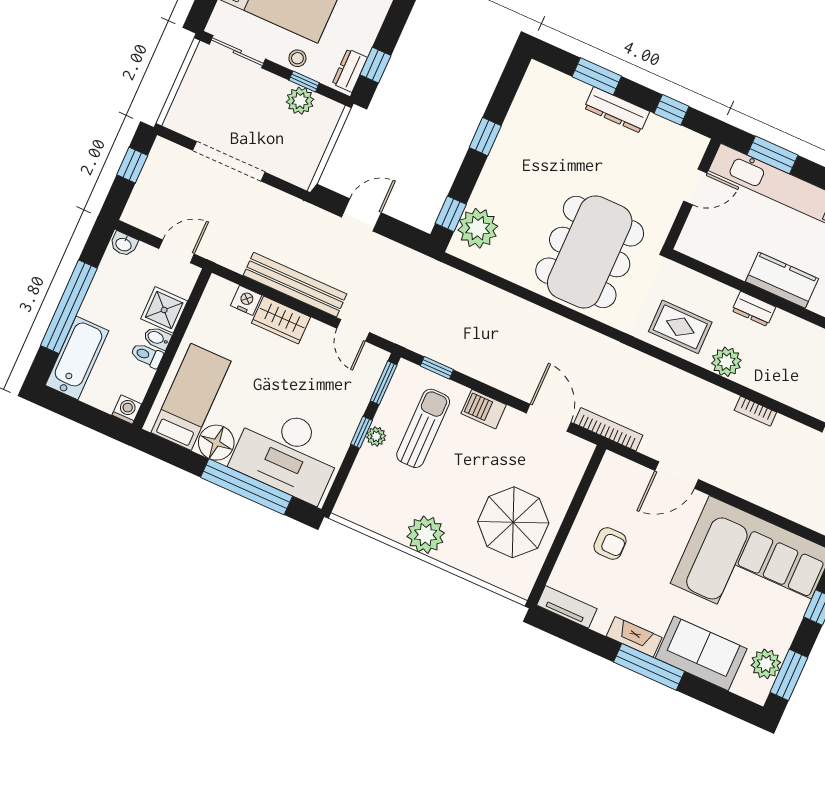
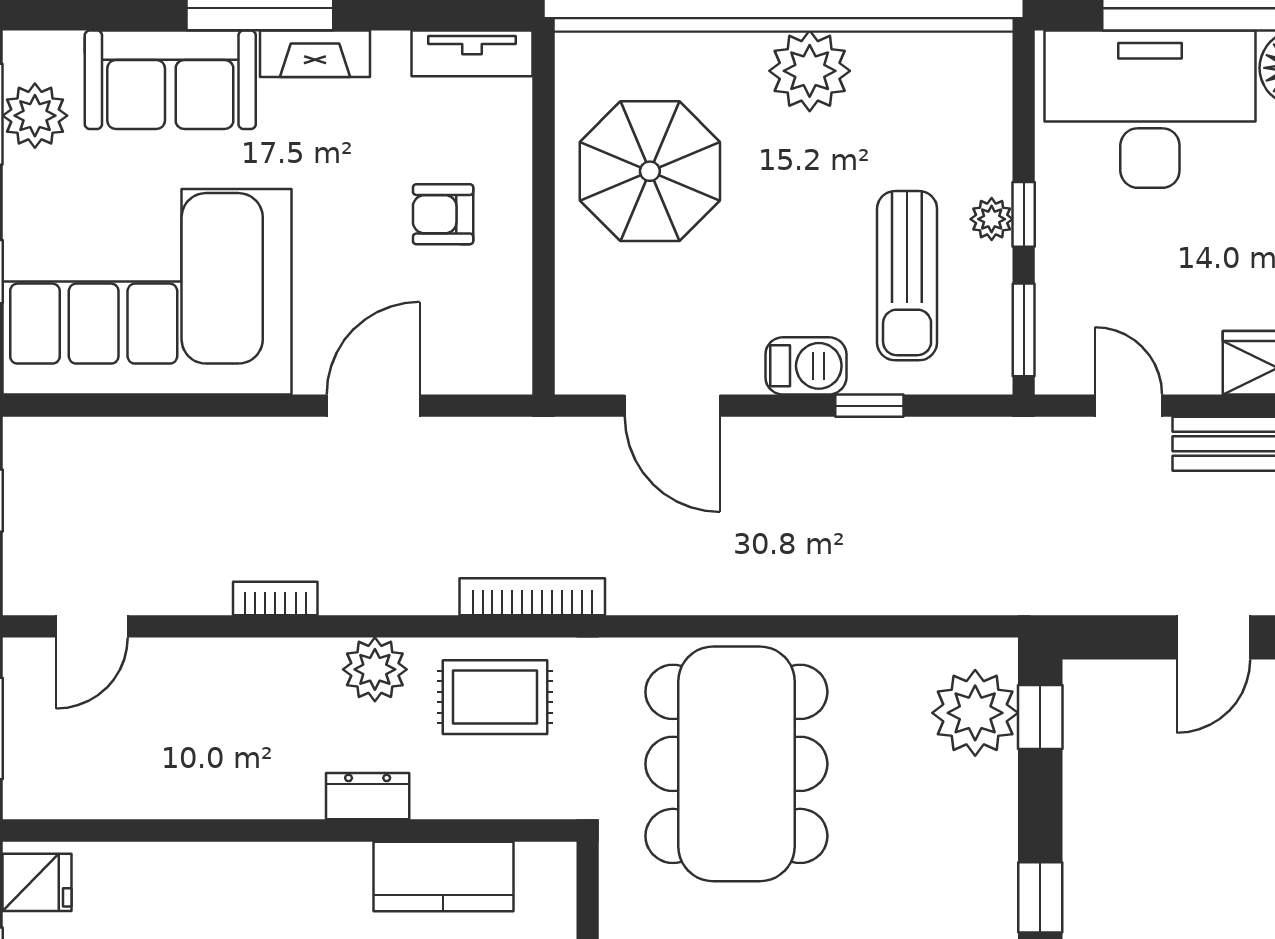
kitchen counter: (782, 280) -> (443, 876), moved
window: (437, 368) -> (869, 406), moved
bookcase: (608, 429) -> (532, 597), moved, turned 180

